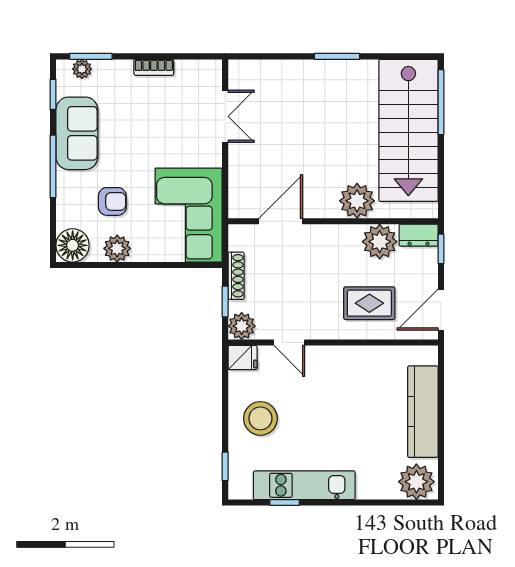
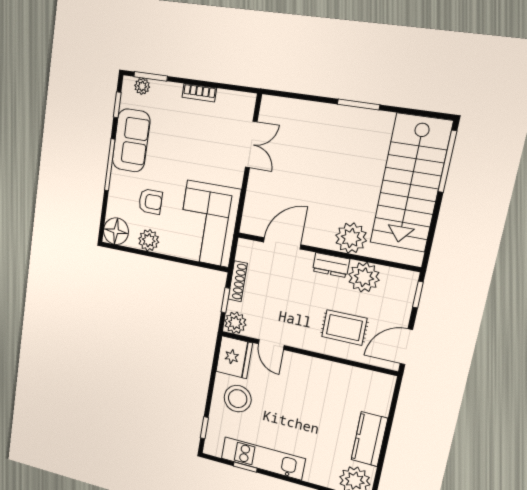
dresser: (419, 235) -> (331, 265), moved
fridge: (243, 358) -> (234, 357), width x1.88, depth x1.34
kitchen counter: (423, 412) -> (369, 439), width x0.67

